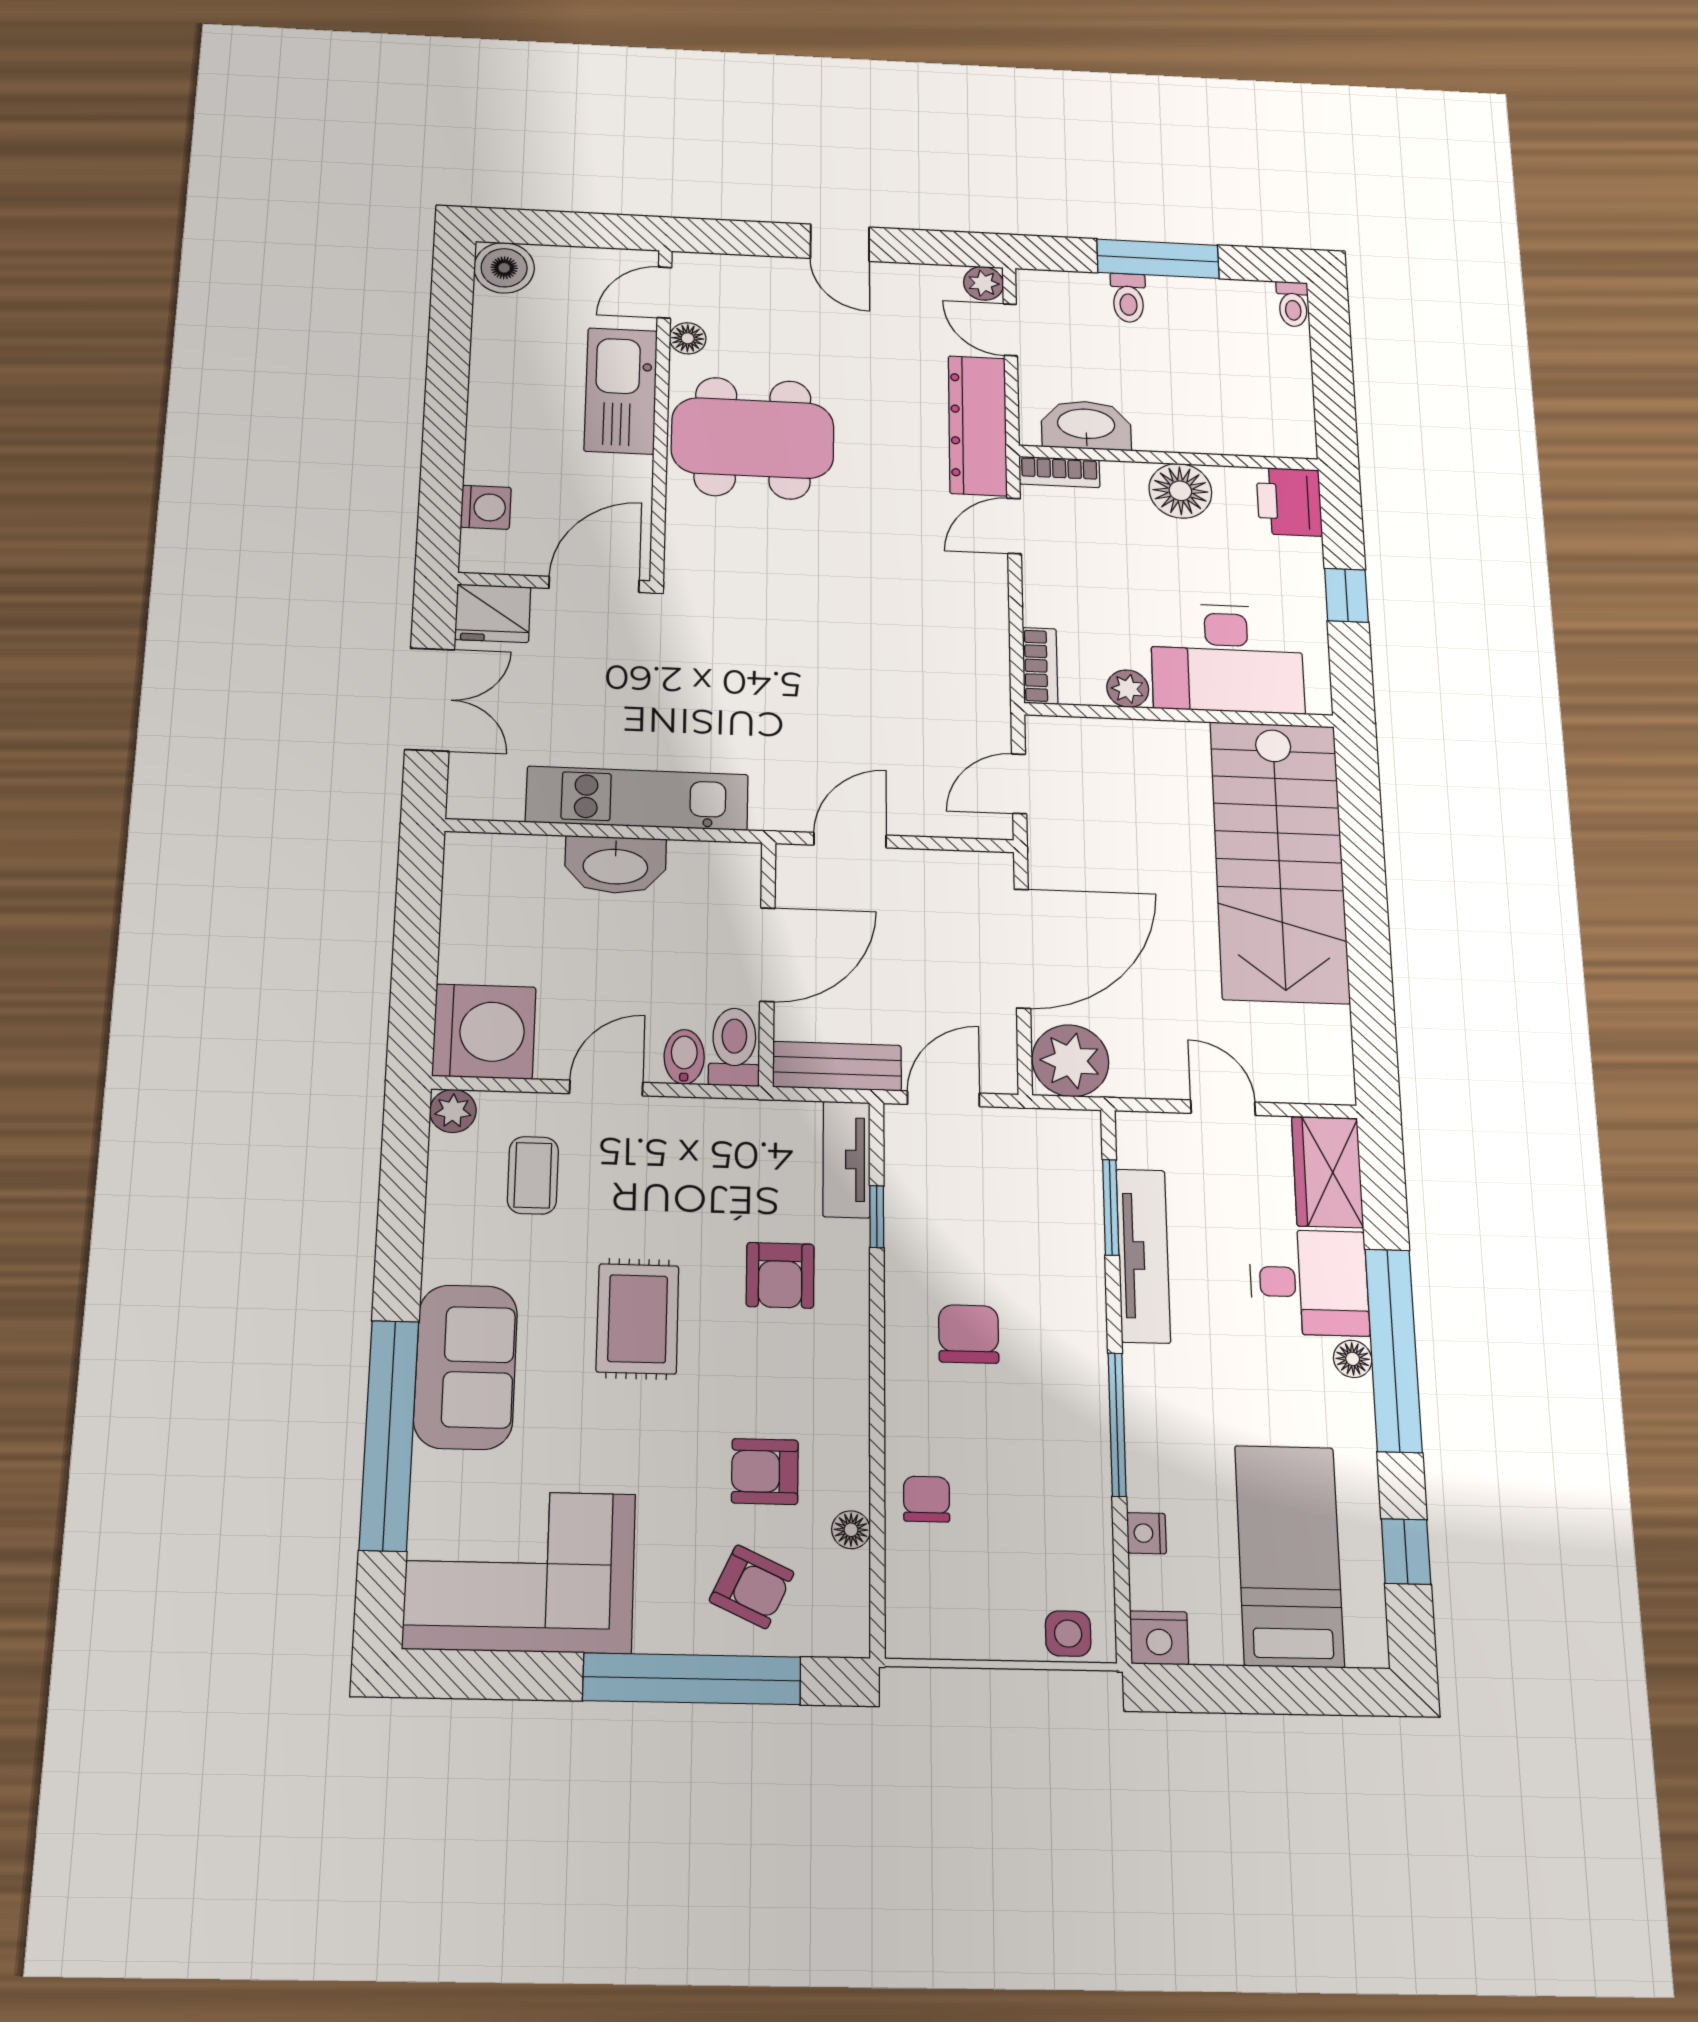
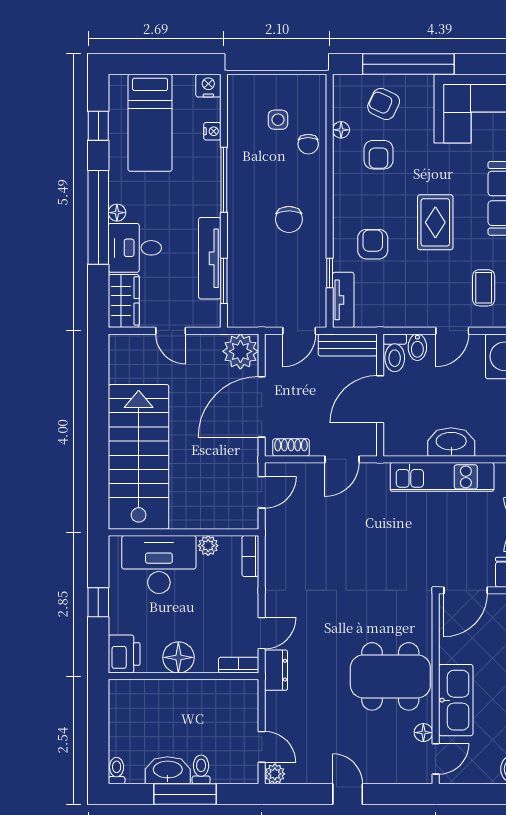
dresser: (978, 425) -> (276, 670), width x0.51, depth x0.80
washbasin: (1086, 425) -> (168, 770), moved, turned 180
shoe rack: (958, 867) -> (291, 447), added
armchair: (765, 1471) -> (379, 155), turned 90
side table: (1068, 1634) -> (278, 120), moved

